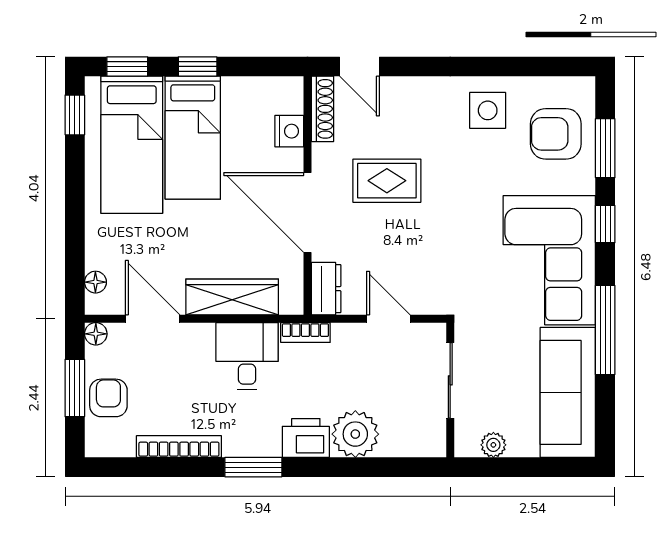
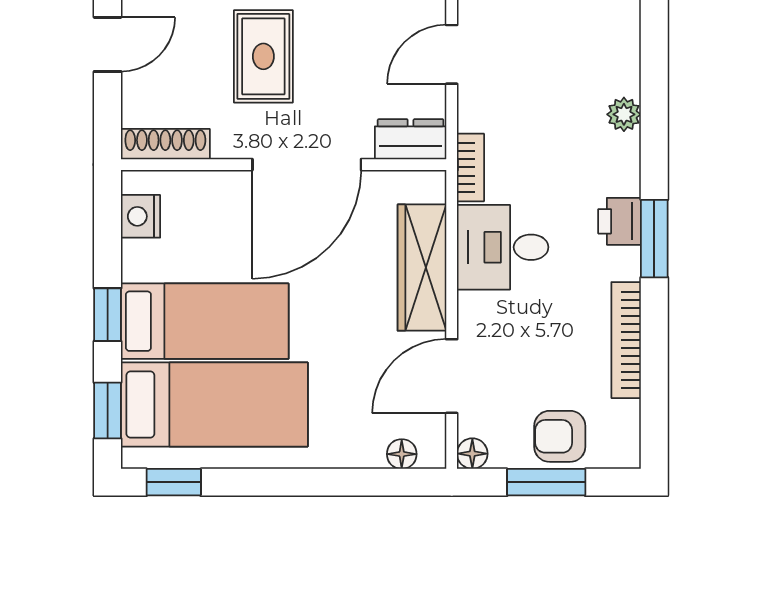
door: (359, 66) -> (108, 44), moved
nightstand: (289, 131) -> (140, 216), moved, turned -90
plant: (355, 434) -> (624, 114), width x0.53, depth x0.53
printer: (306, 438) -> (620, 221), moved, width x0.73, depth x0.81

